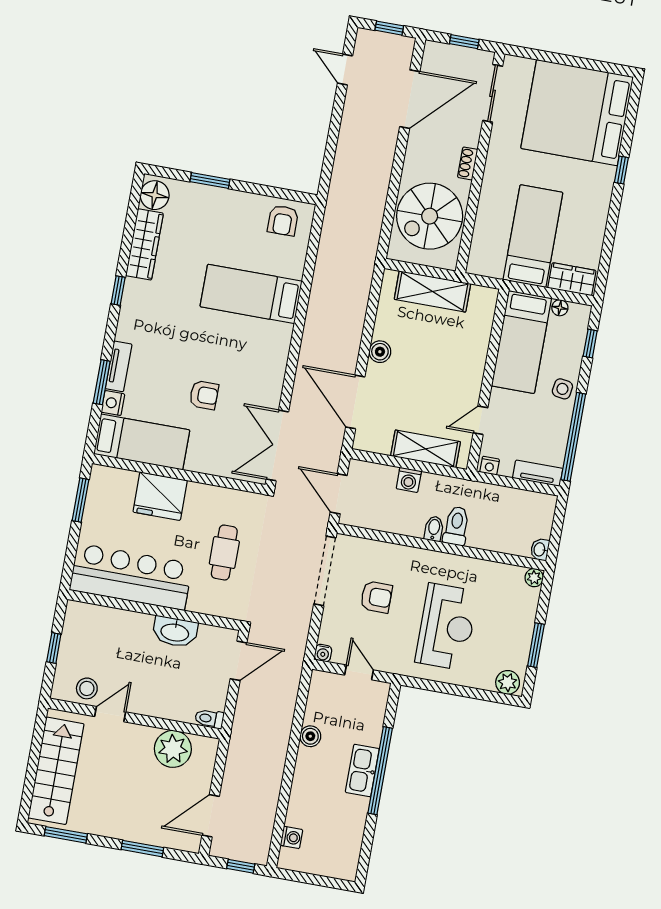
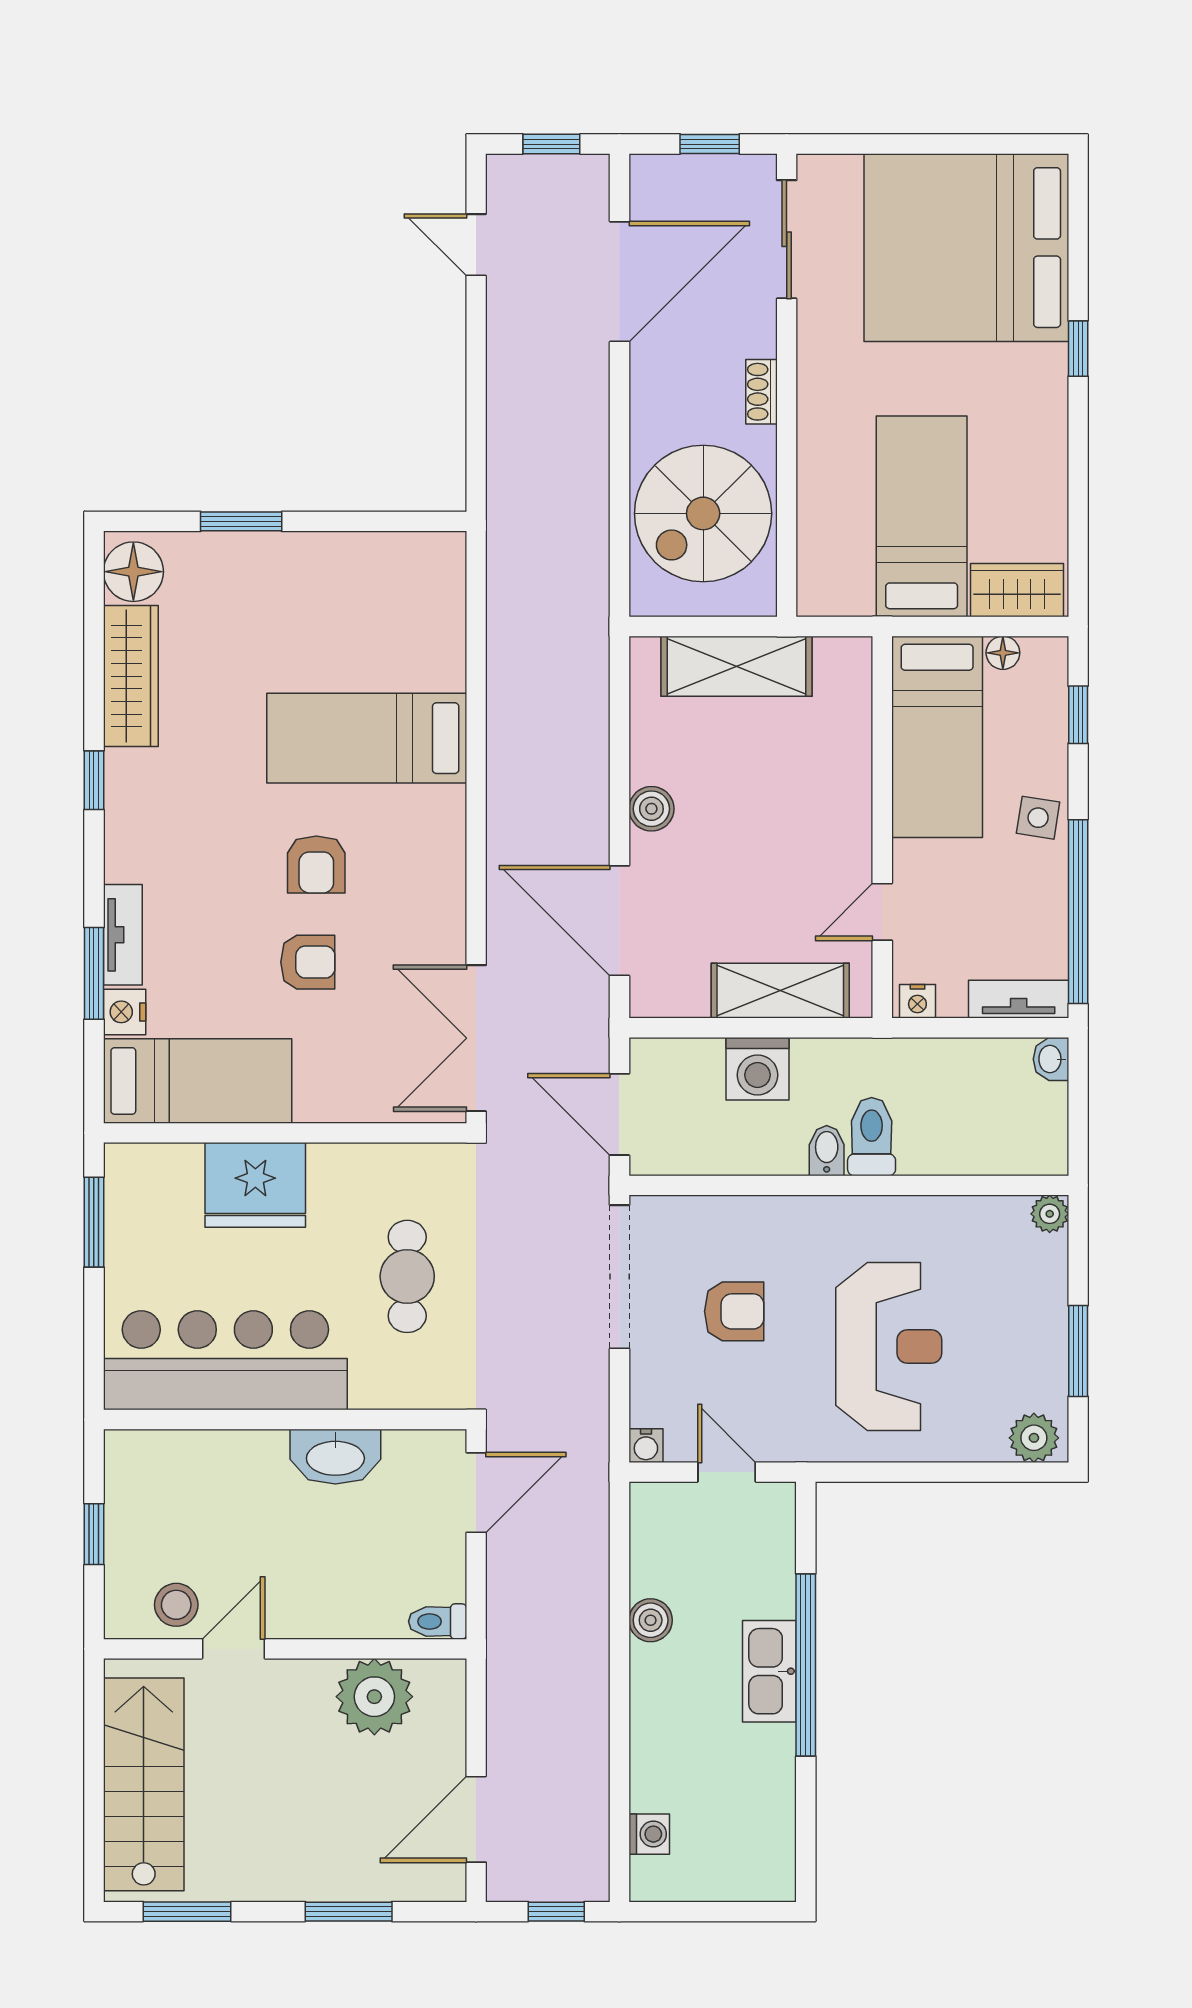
armchair: (283, 220) -> (316, 864), moved
washing machine: (409, 480) -> (758, 1069), width x1.38, depth x1.38
washbasin: (540, 549) -> (1051, 1059), moved

